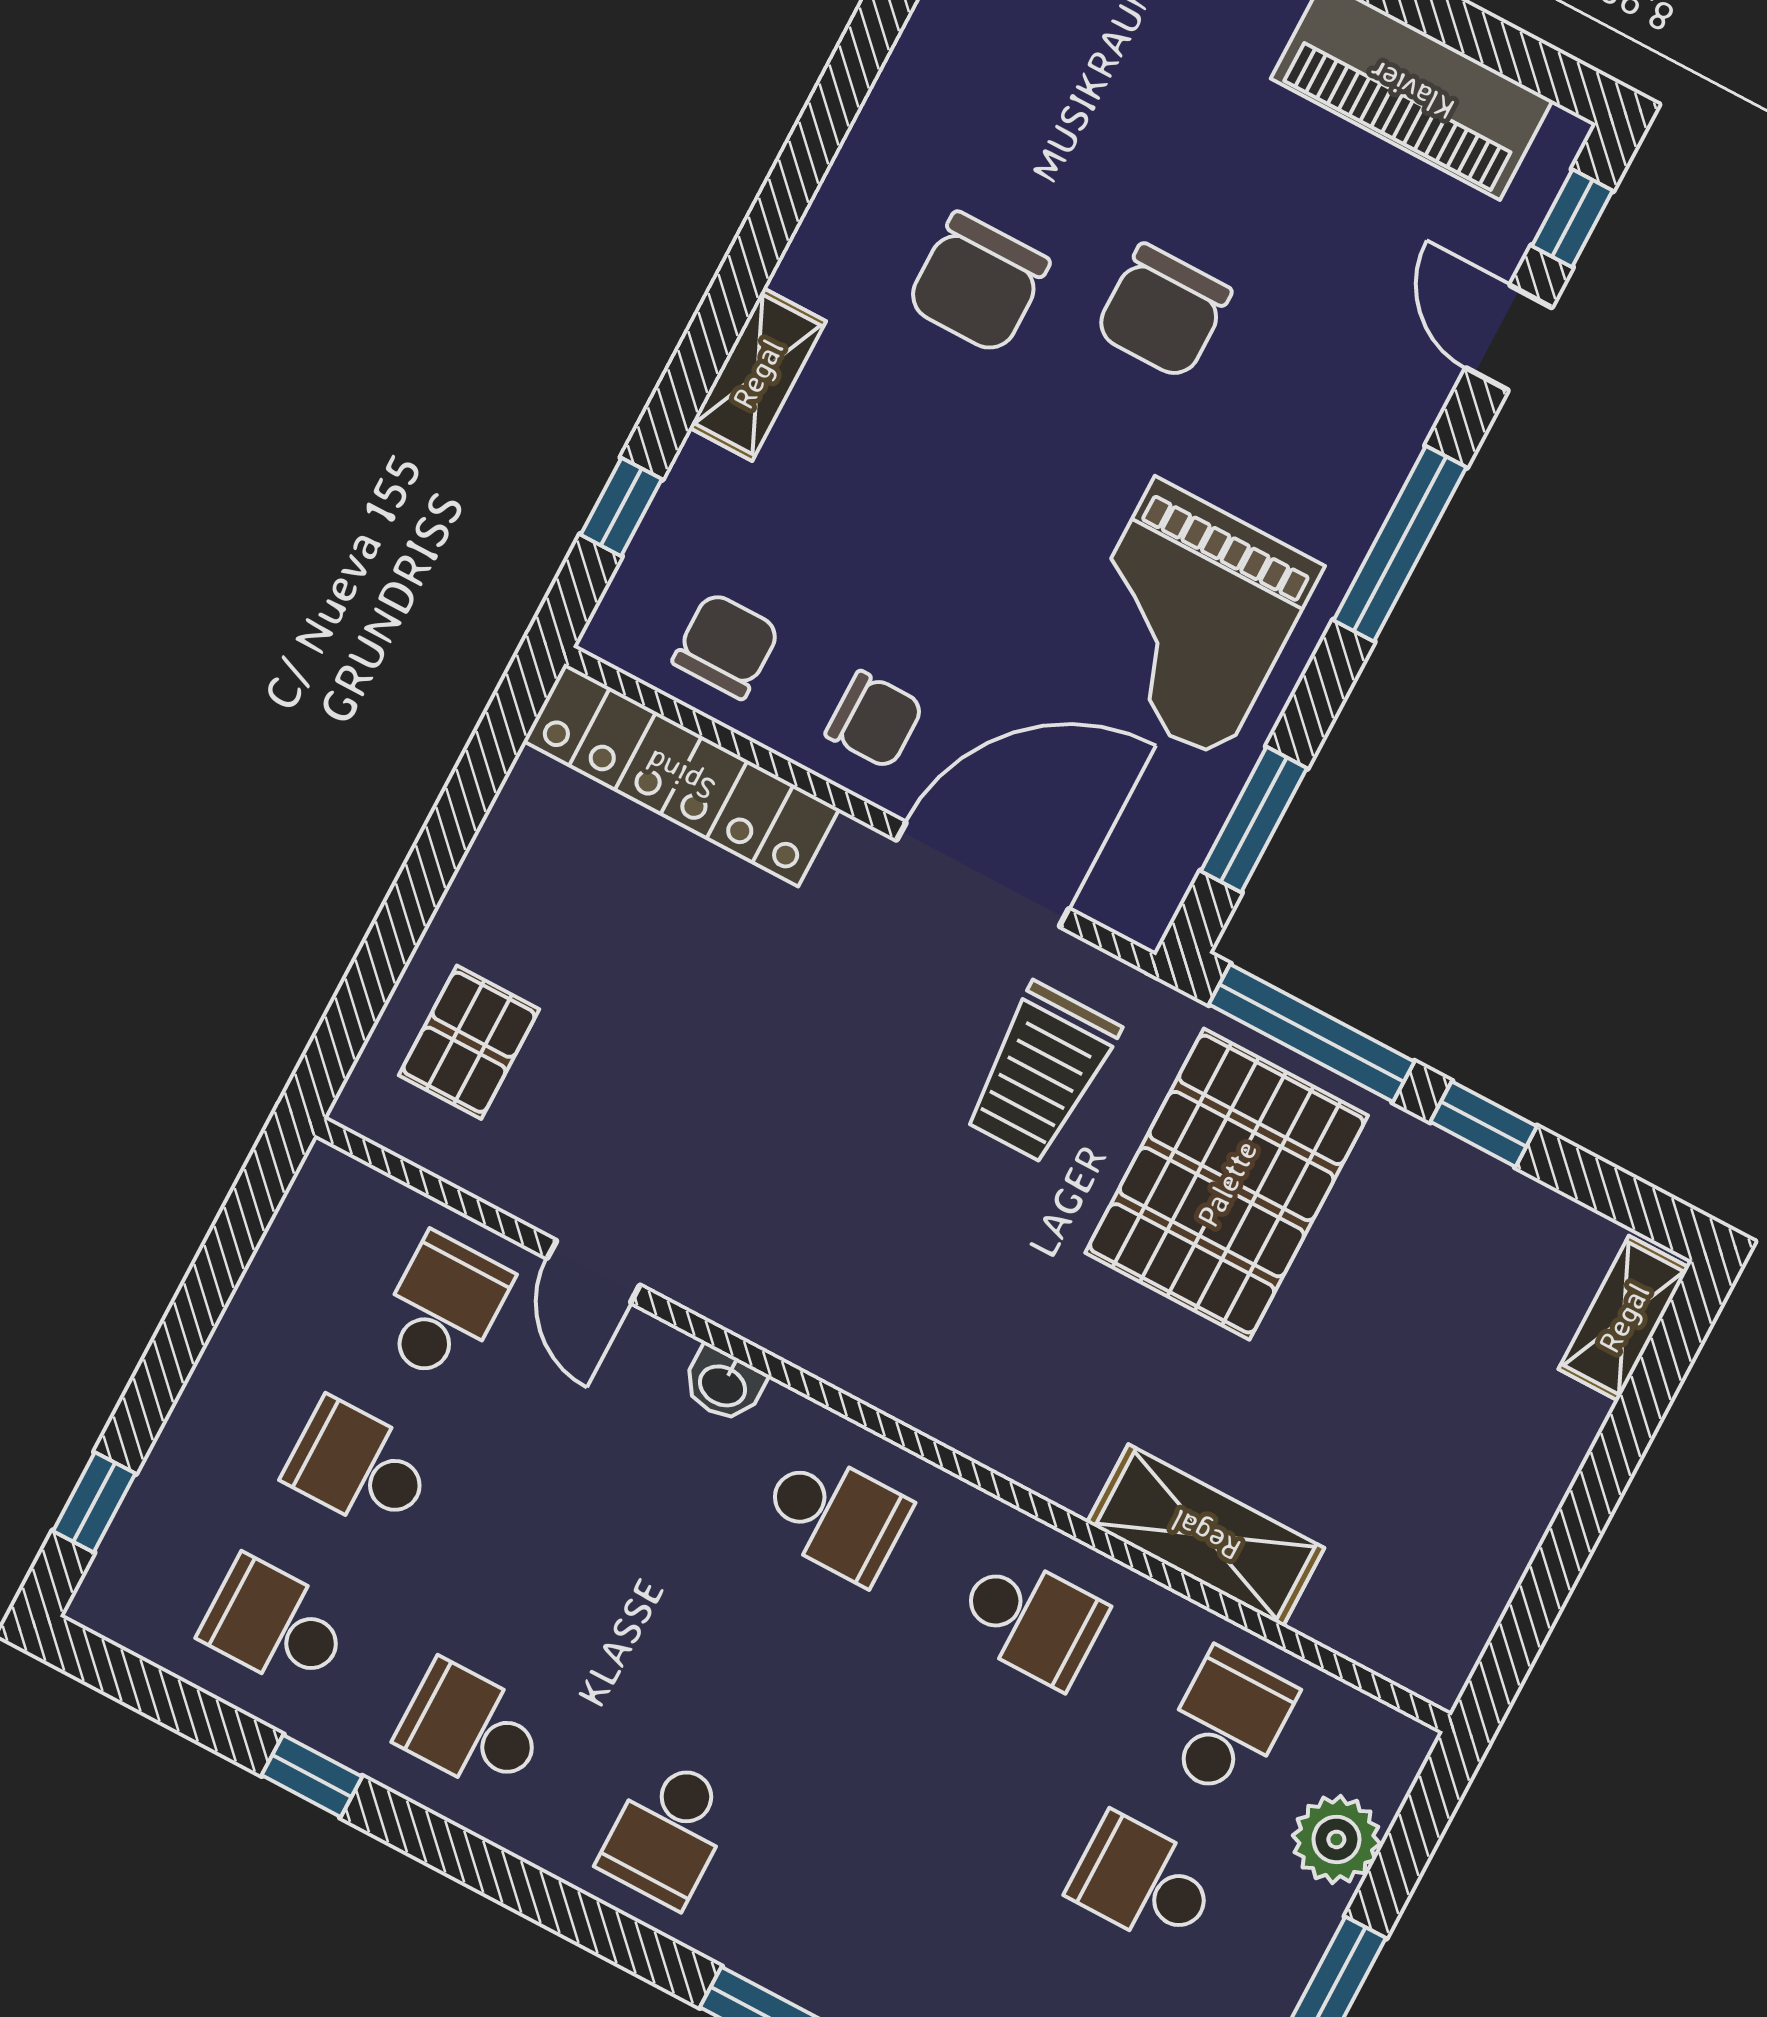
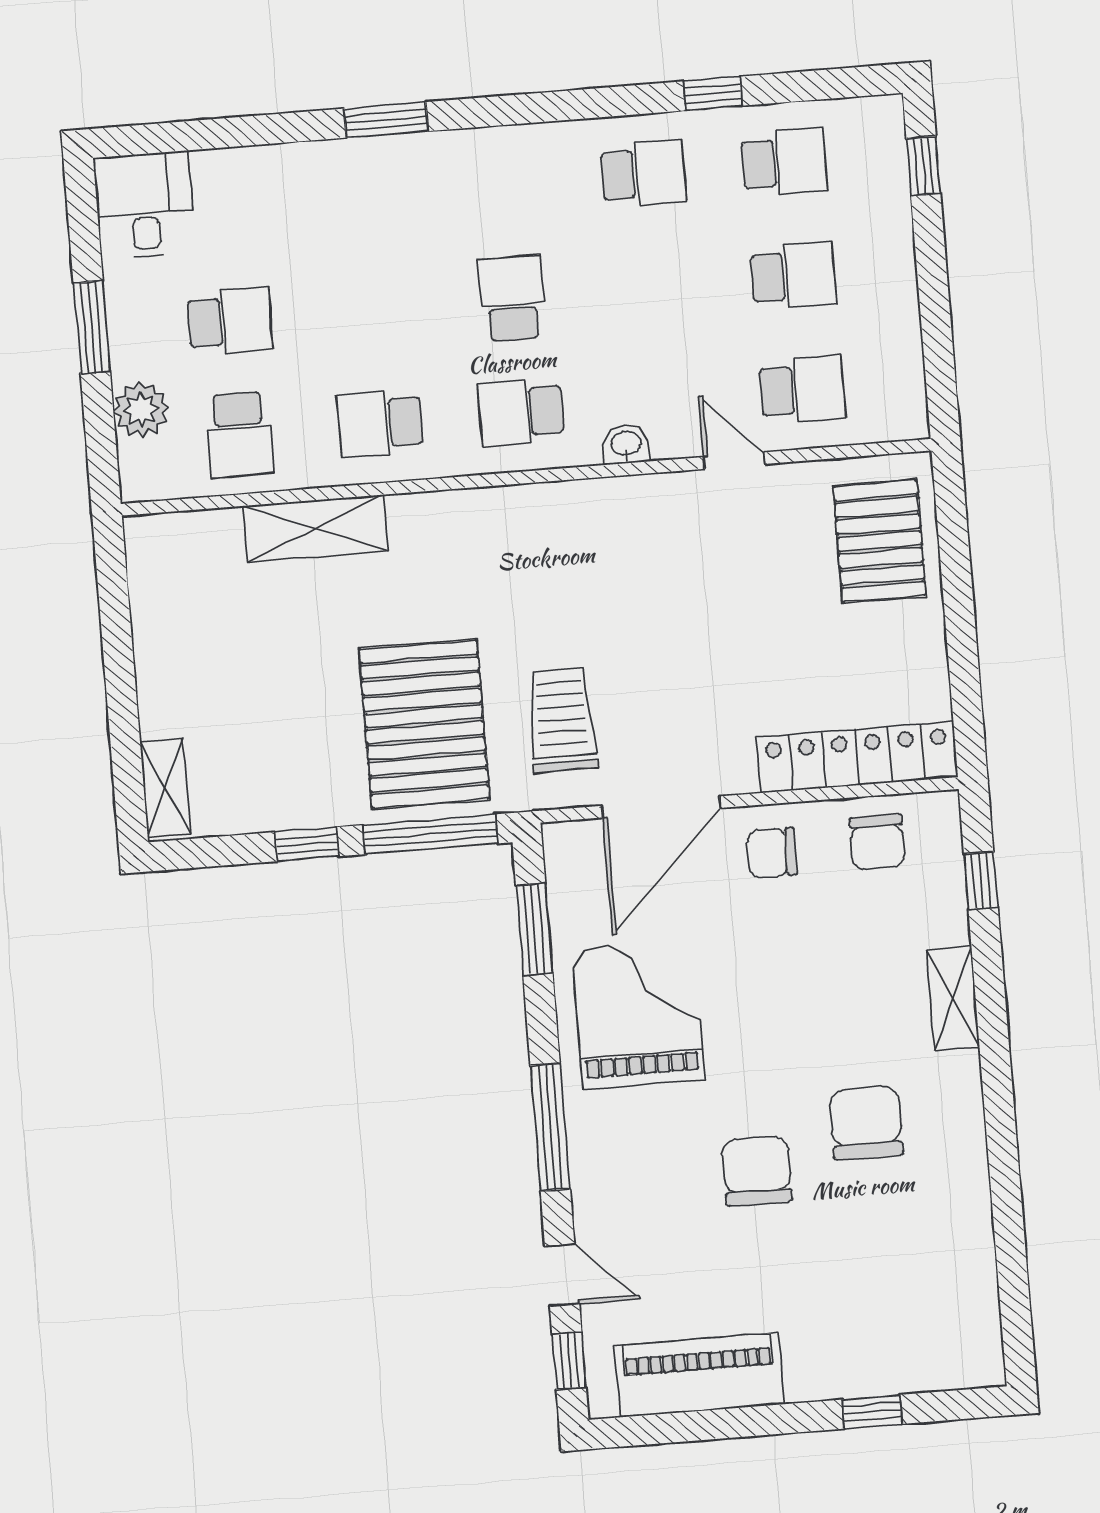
pallet: (469, 1042) -> (880, 541), width x1.50, depth x1.42
school desk: (443, 1308) -> (802, 389), turned -90
school desk: (668, 1832) -> (512, 298), moved

